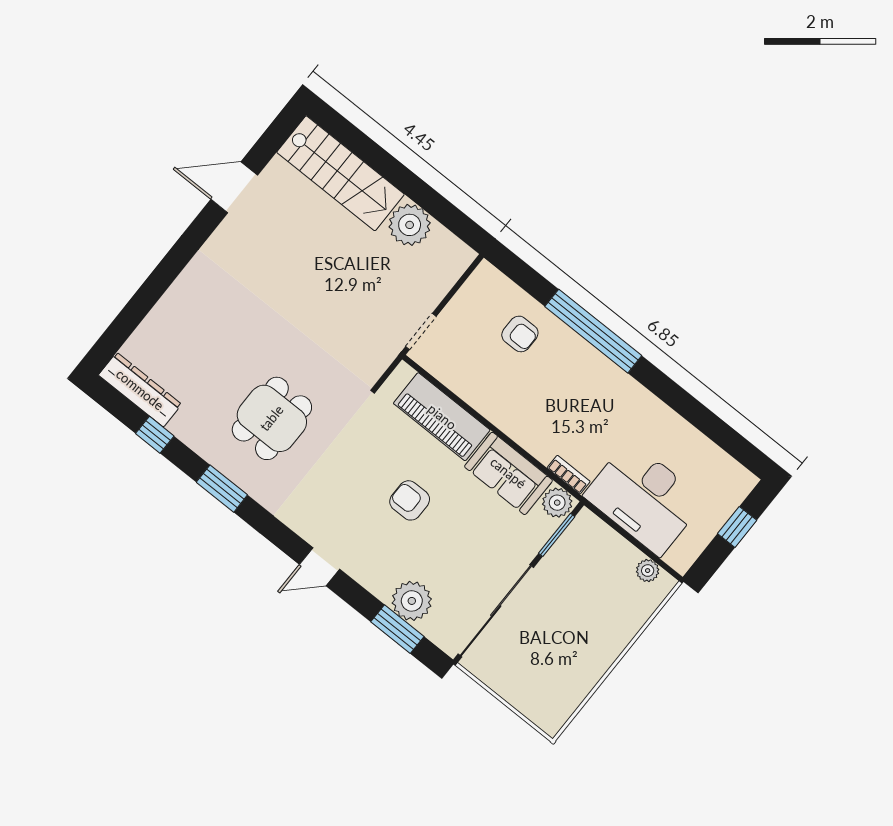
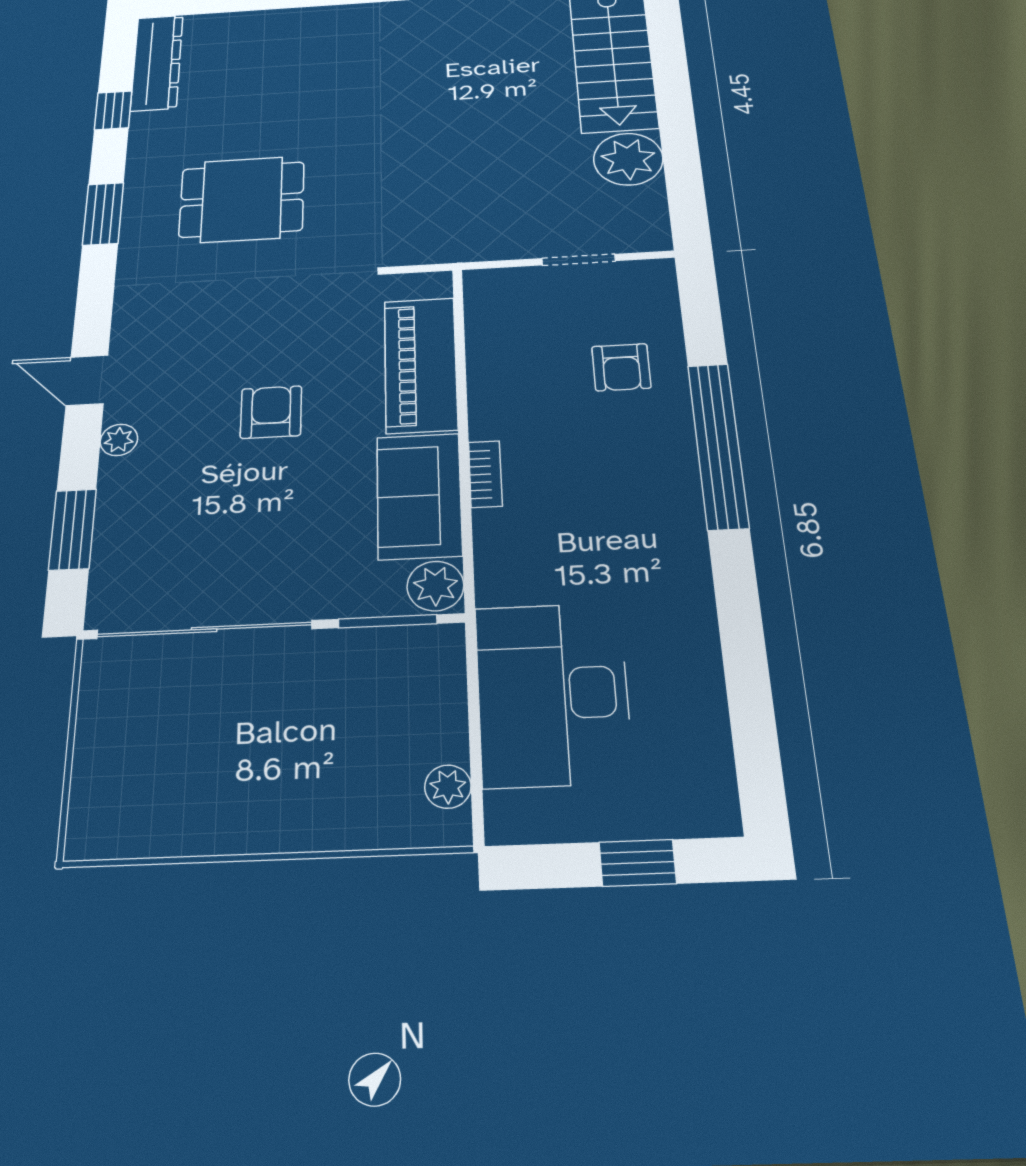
doorway: (421, 331) -> (579, 260), moved
bookcase: (569, 475) -> (485, 474), moved
plant: (412, 601) -> (119, 440), moved, width x0.53, depth x0.53

